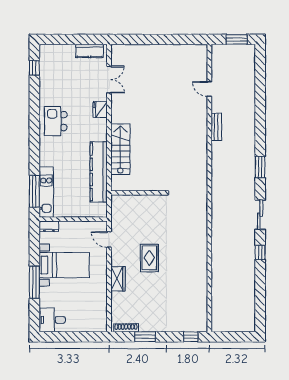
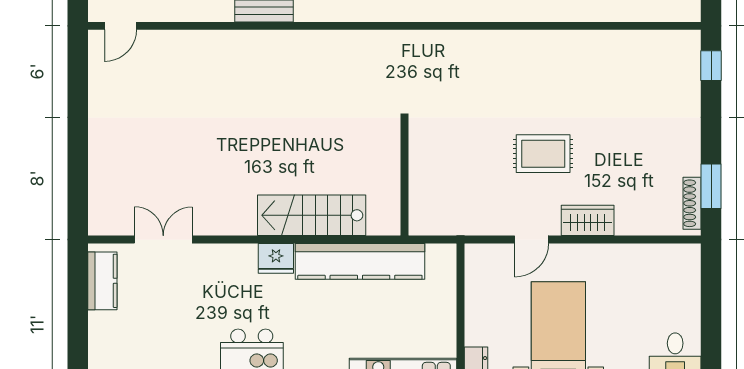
door: (209, 89) -> (120, 26), moved
fridge: (100, 109) -> (276, 258), moved
door: (109, 239) -> (532, 240), moved
window: (145, 337) -> (711, 186), moved

